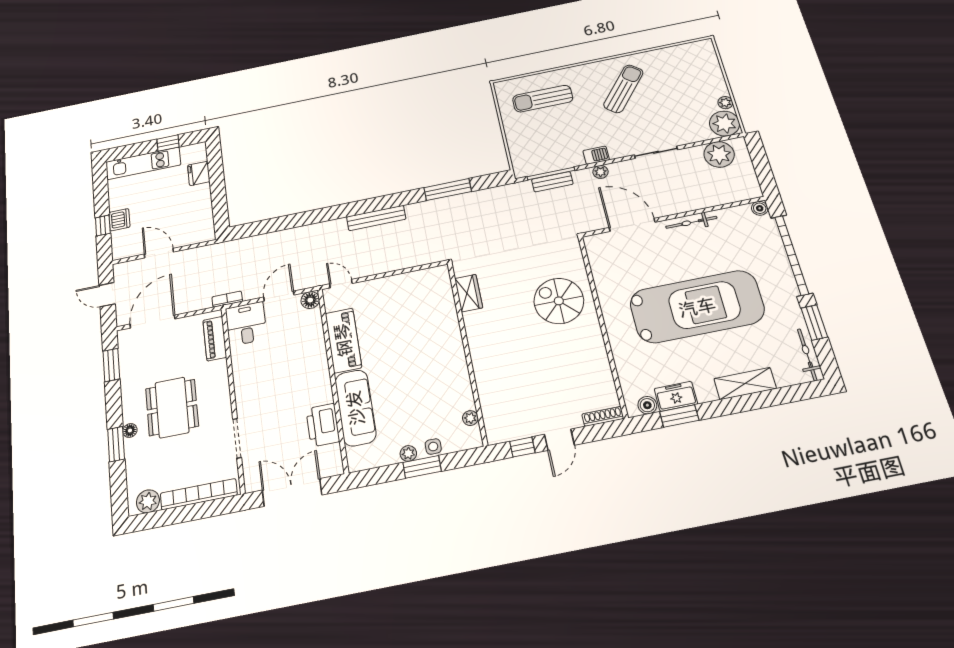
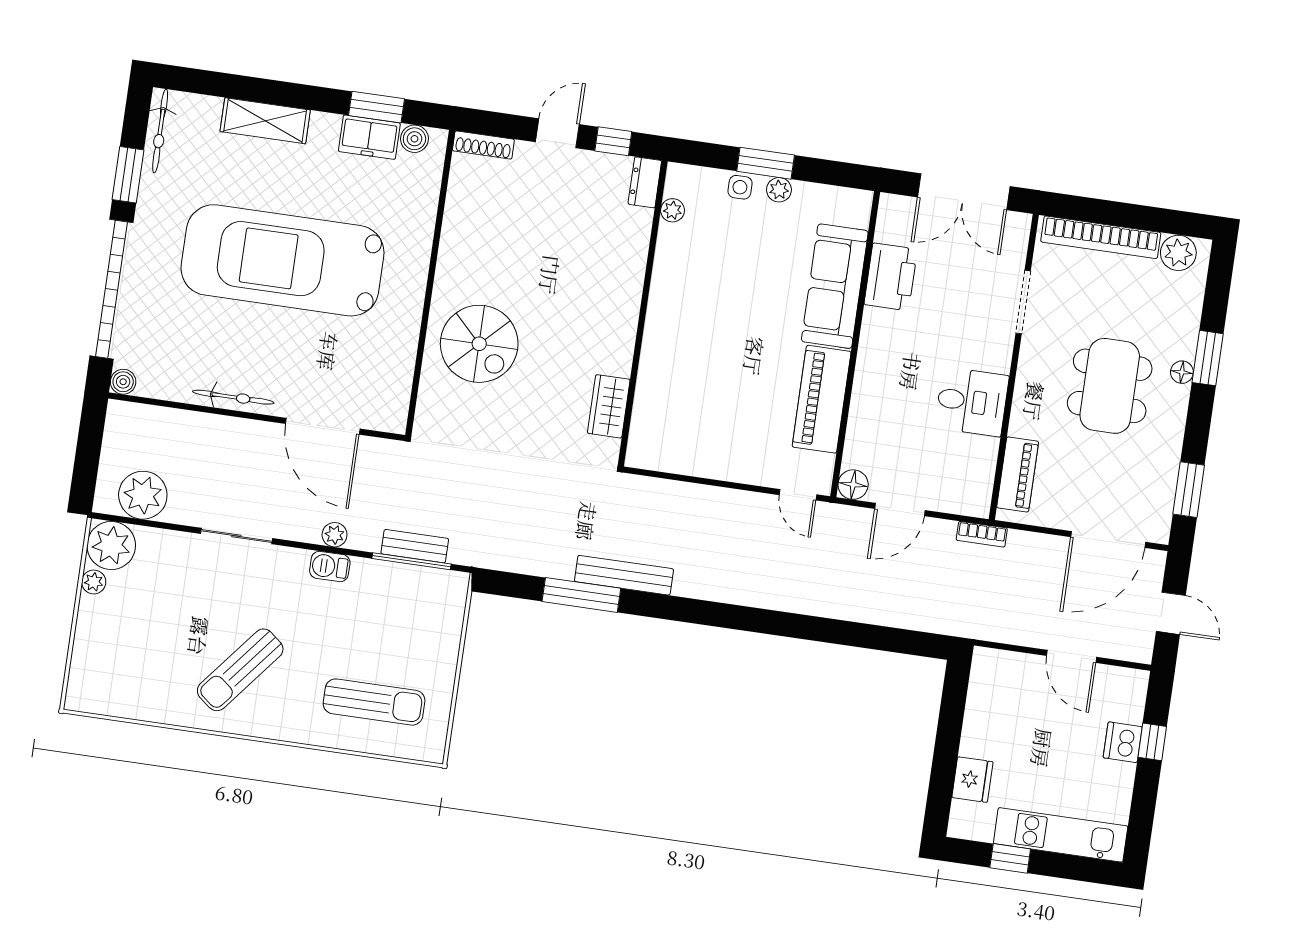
bench: (376, 218) -> (624, 575), moved
desk: (246, 324) -> (972, 402), moved, turned -90
dresser: (494, 429) -> (645, 182), added

